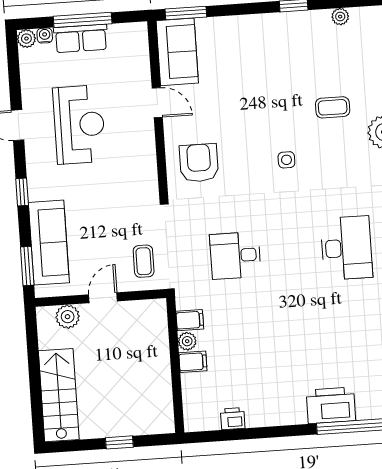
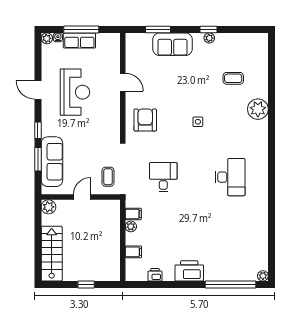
window: (186, 13) -> (158, 30), moved
plant: (340, 17) -> (209, 38), moved
sofa: (177, 52) -> (173, 44), moved, turned 90
coffee table: (333, 107) -> (233, 78), moved
desk: (235, 255) -> (163, 177), turned 90
window: (27, 266) -> (38, 159), moved
plant: (68, 317) -> (48, 207), moved
filing cabinet: (193, 362) -> (133, 252), moved
printer: (331, 405) -> (189, 271), moved

